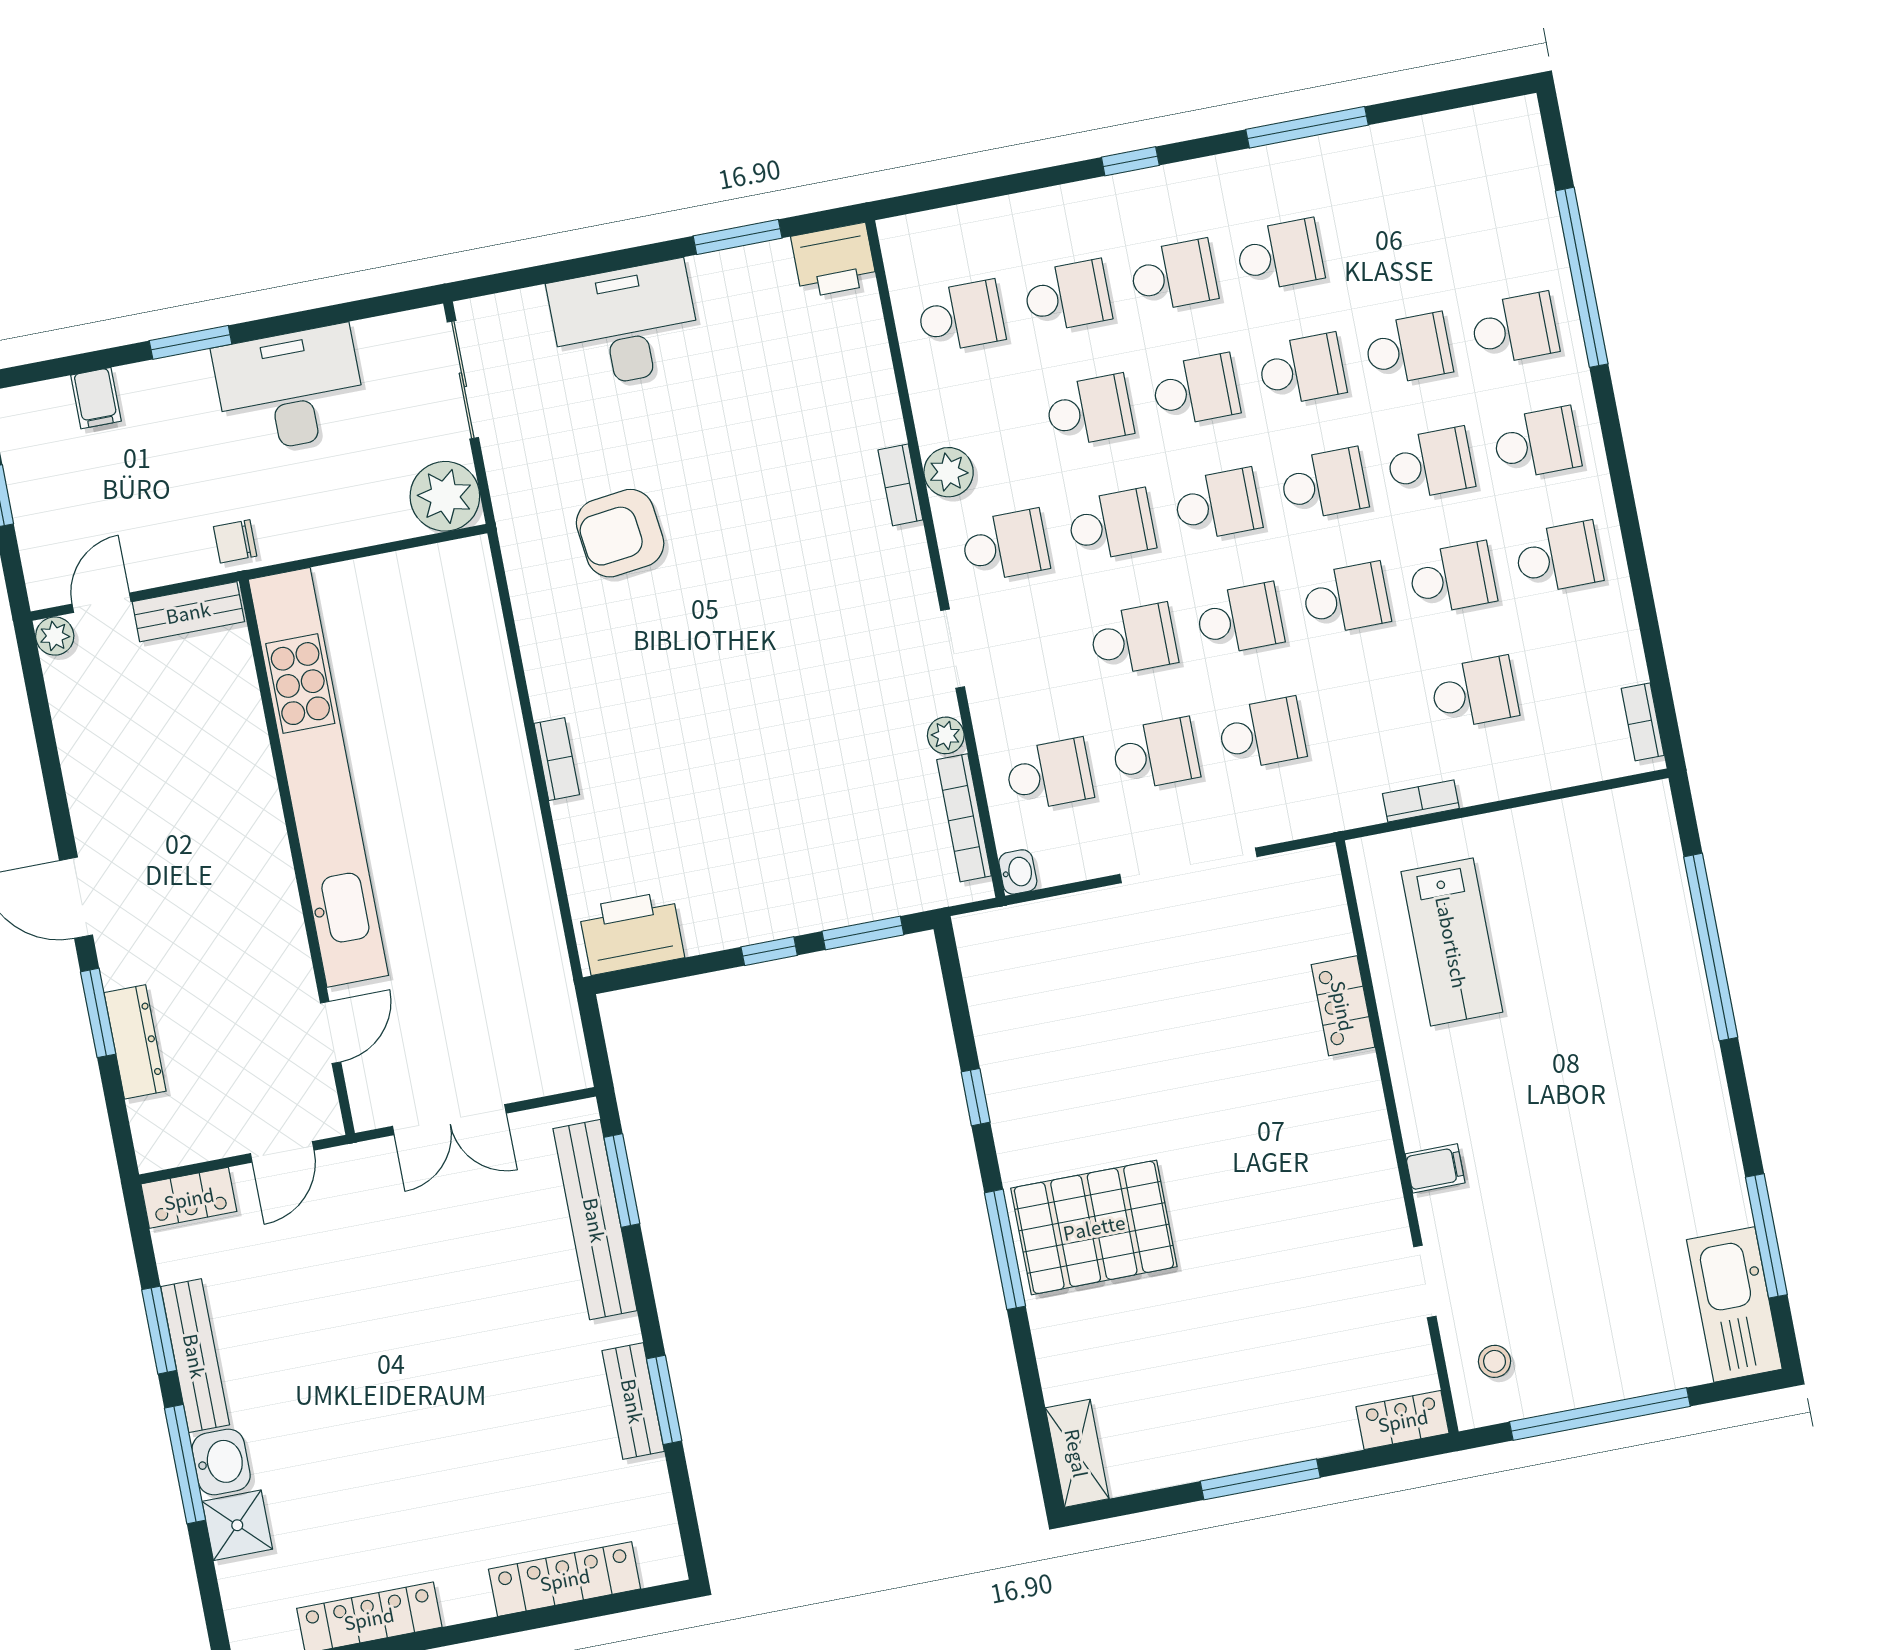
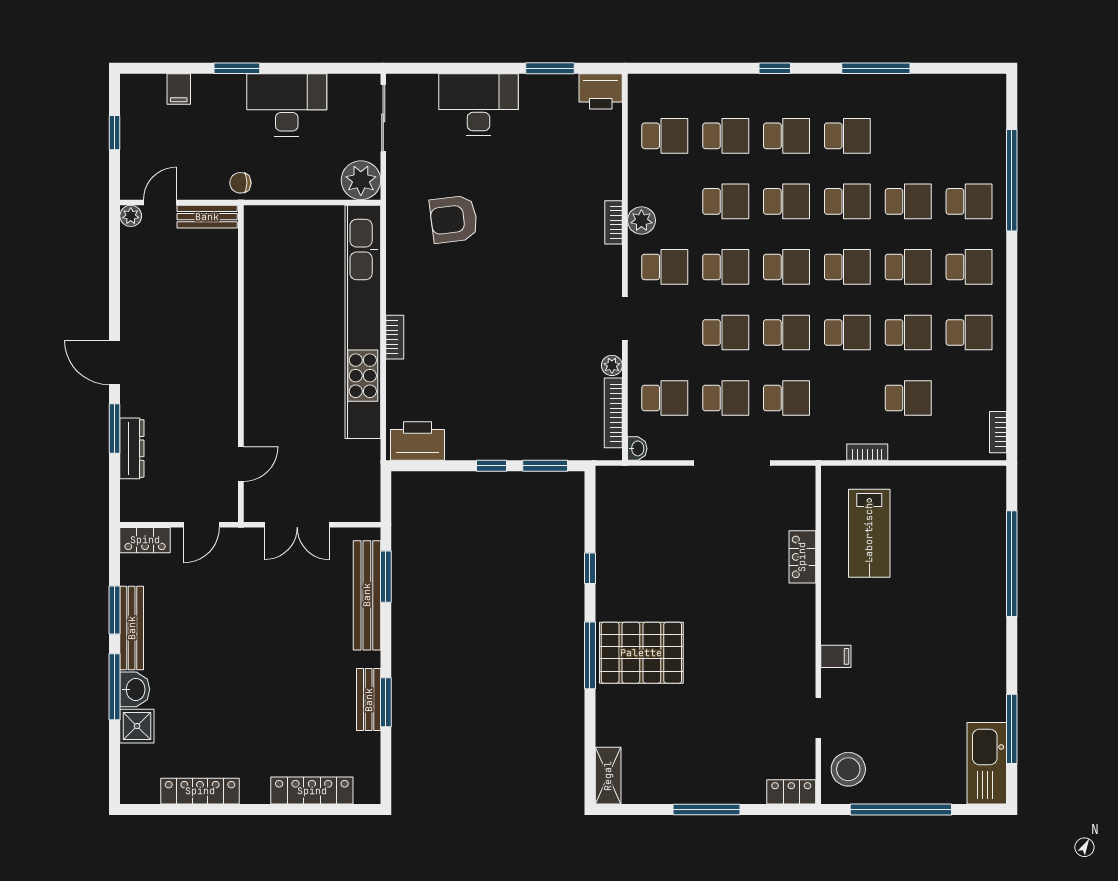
kitchen unit: (318, 777) -> (363, 322), moved, turned 180
stool: (1495, 1361) -> (848, 769), width x1.89, depth x1.89

